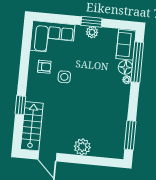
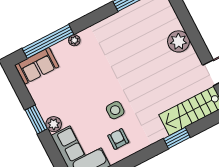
plant: (92, 32) -> (54, 124), moved
floor lamp: (125, 67) -> (62, 51), removed

